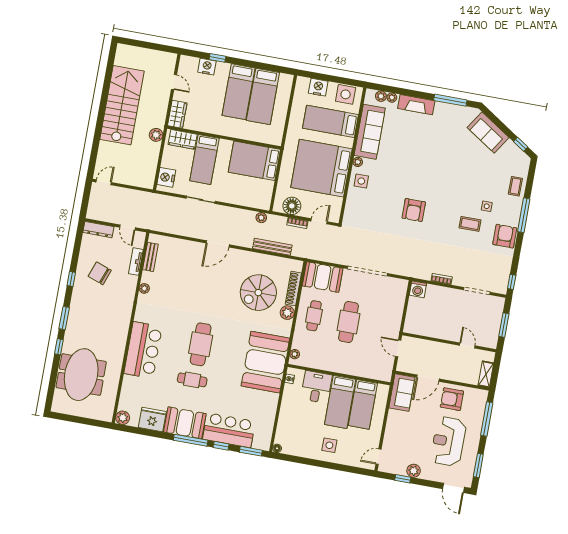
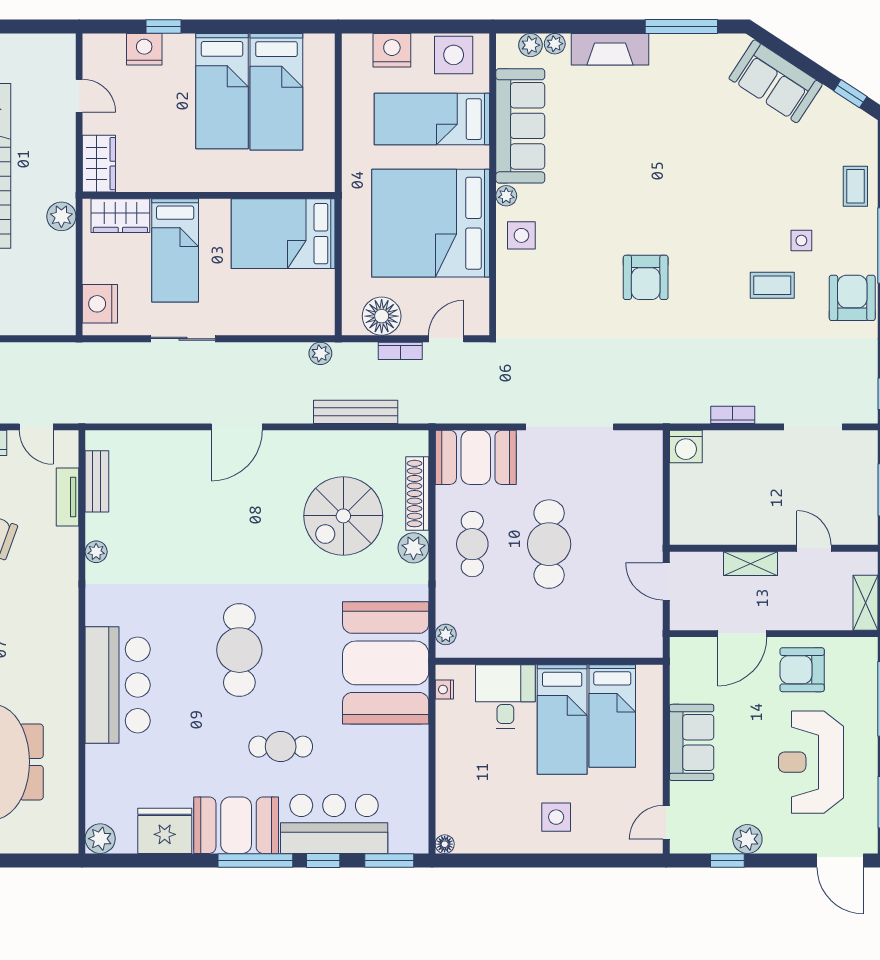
shelving: (437, 347) -> (751, 564), added
cafe table: (192, 380) -> (281, 747), moved
sofa: (402, 393) -> (692, 742), moved

